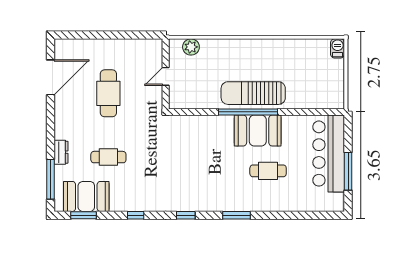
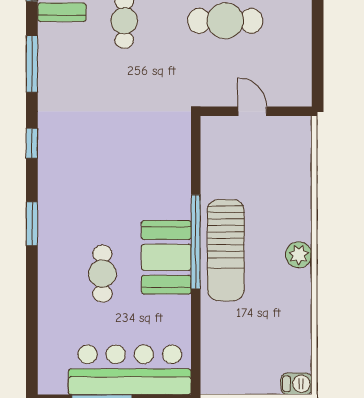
plant: (191, 47) -> (299, 255), moved
sun lounger: (253, 93) -> (226, 250), turned 180
window: (136, 215) -> (32, 64), width x2.17

